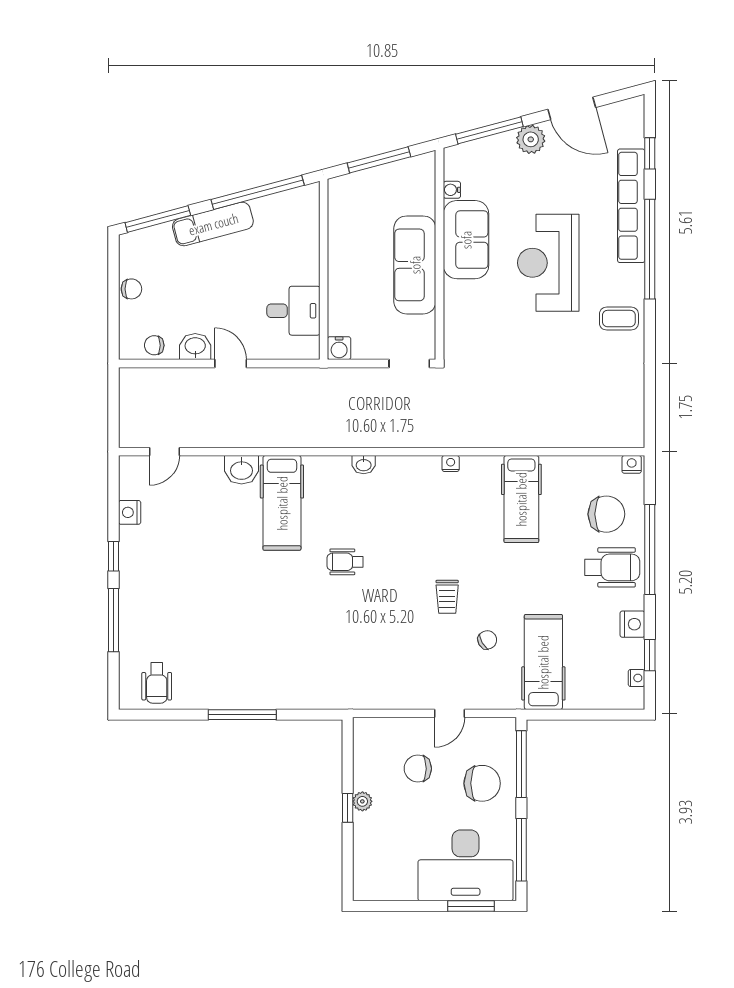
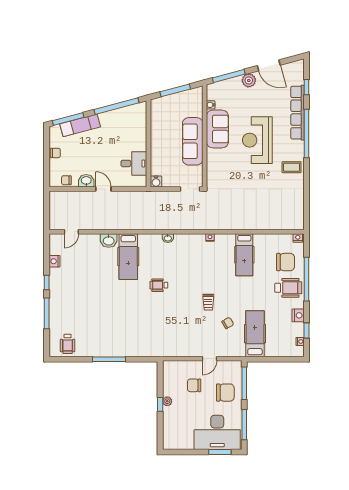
exam couch: (213, 224) -> (80, 125), moved

